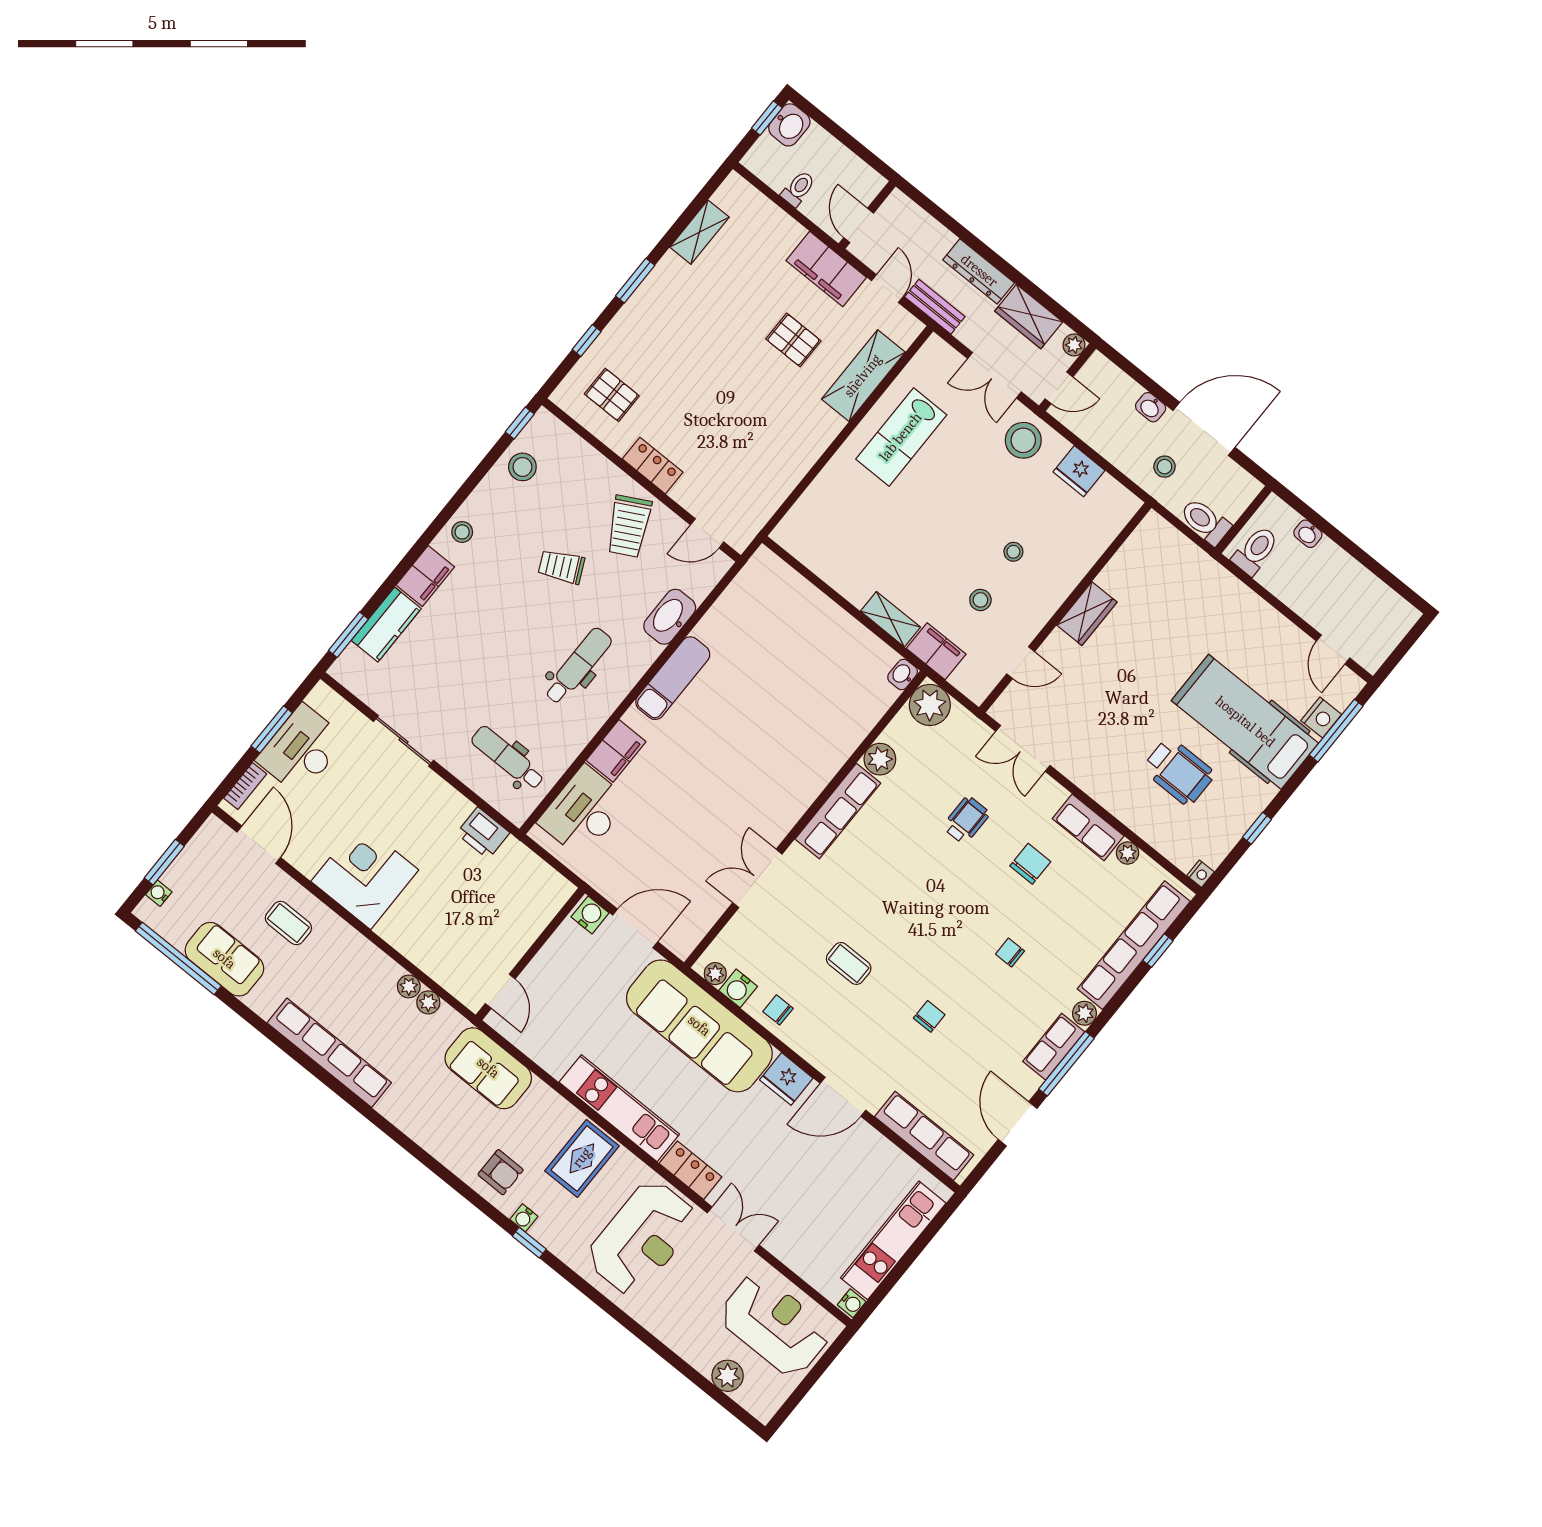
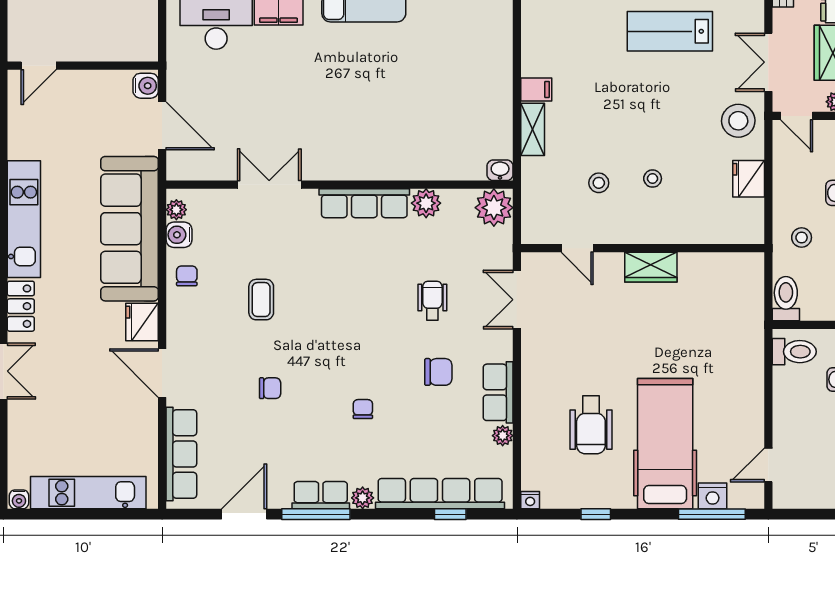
filing cabinet: (936, 651) -> (536, 89), moved, width x0.50
wheelchair: (966, 820) -> (432, 301), turned -90

